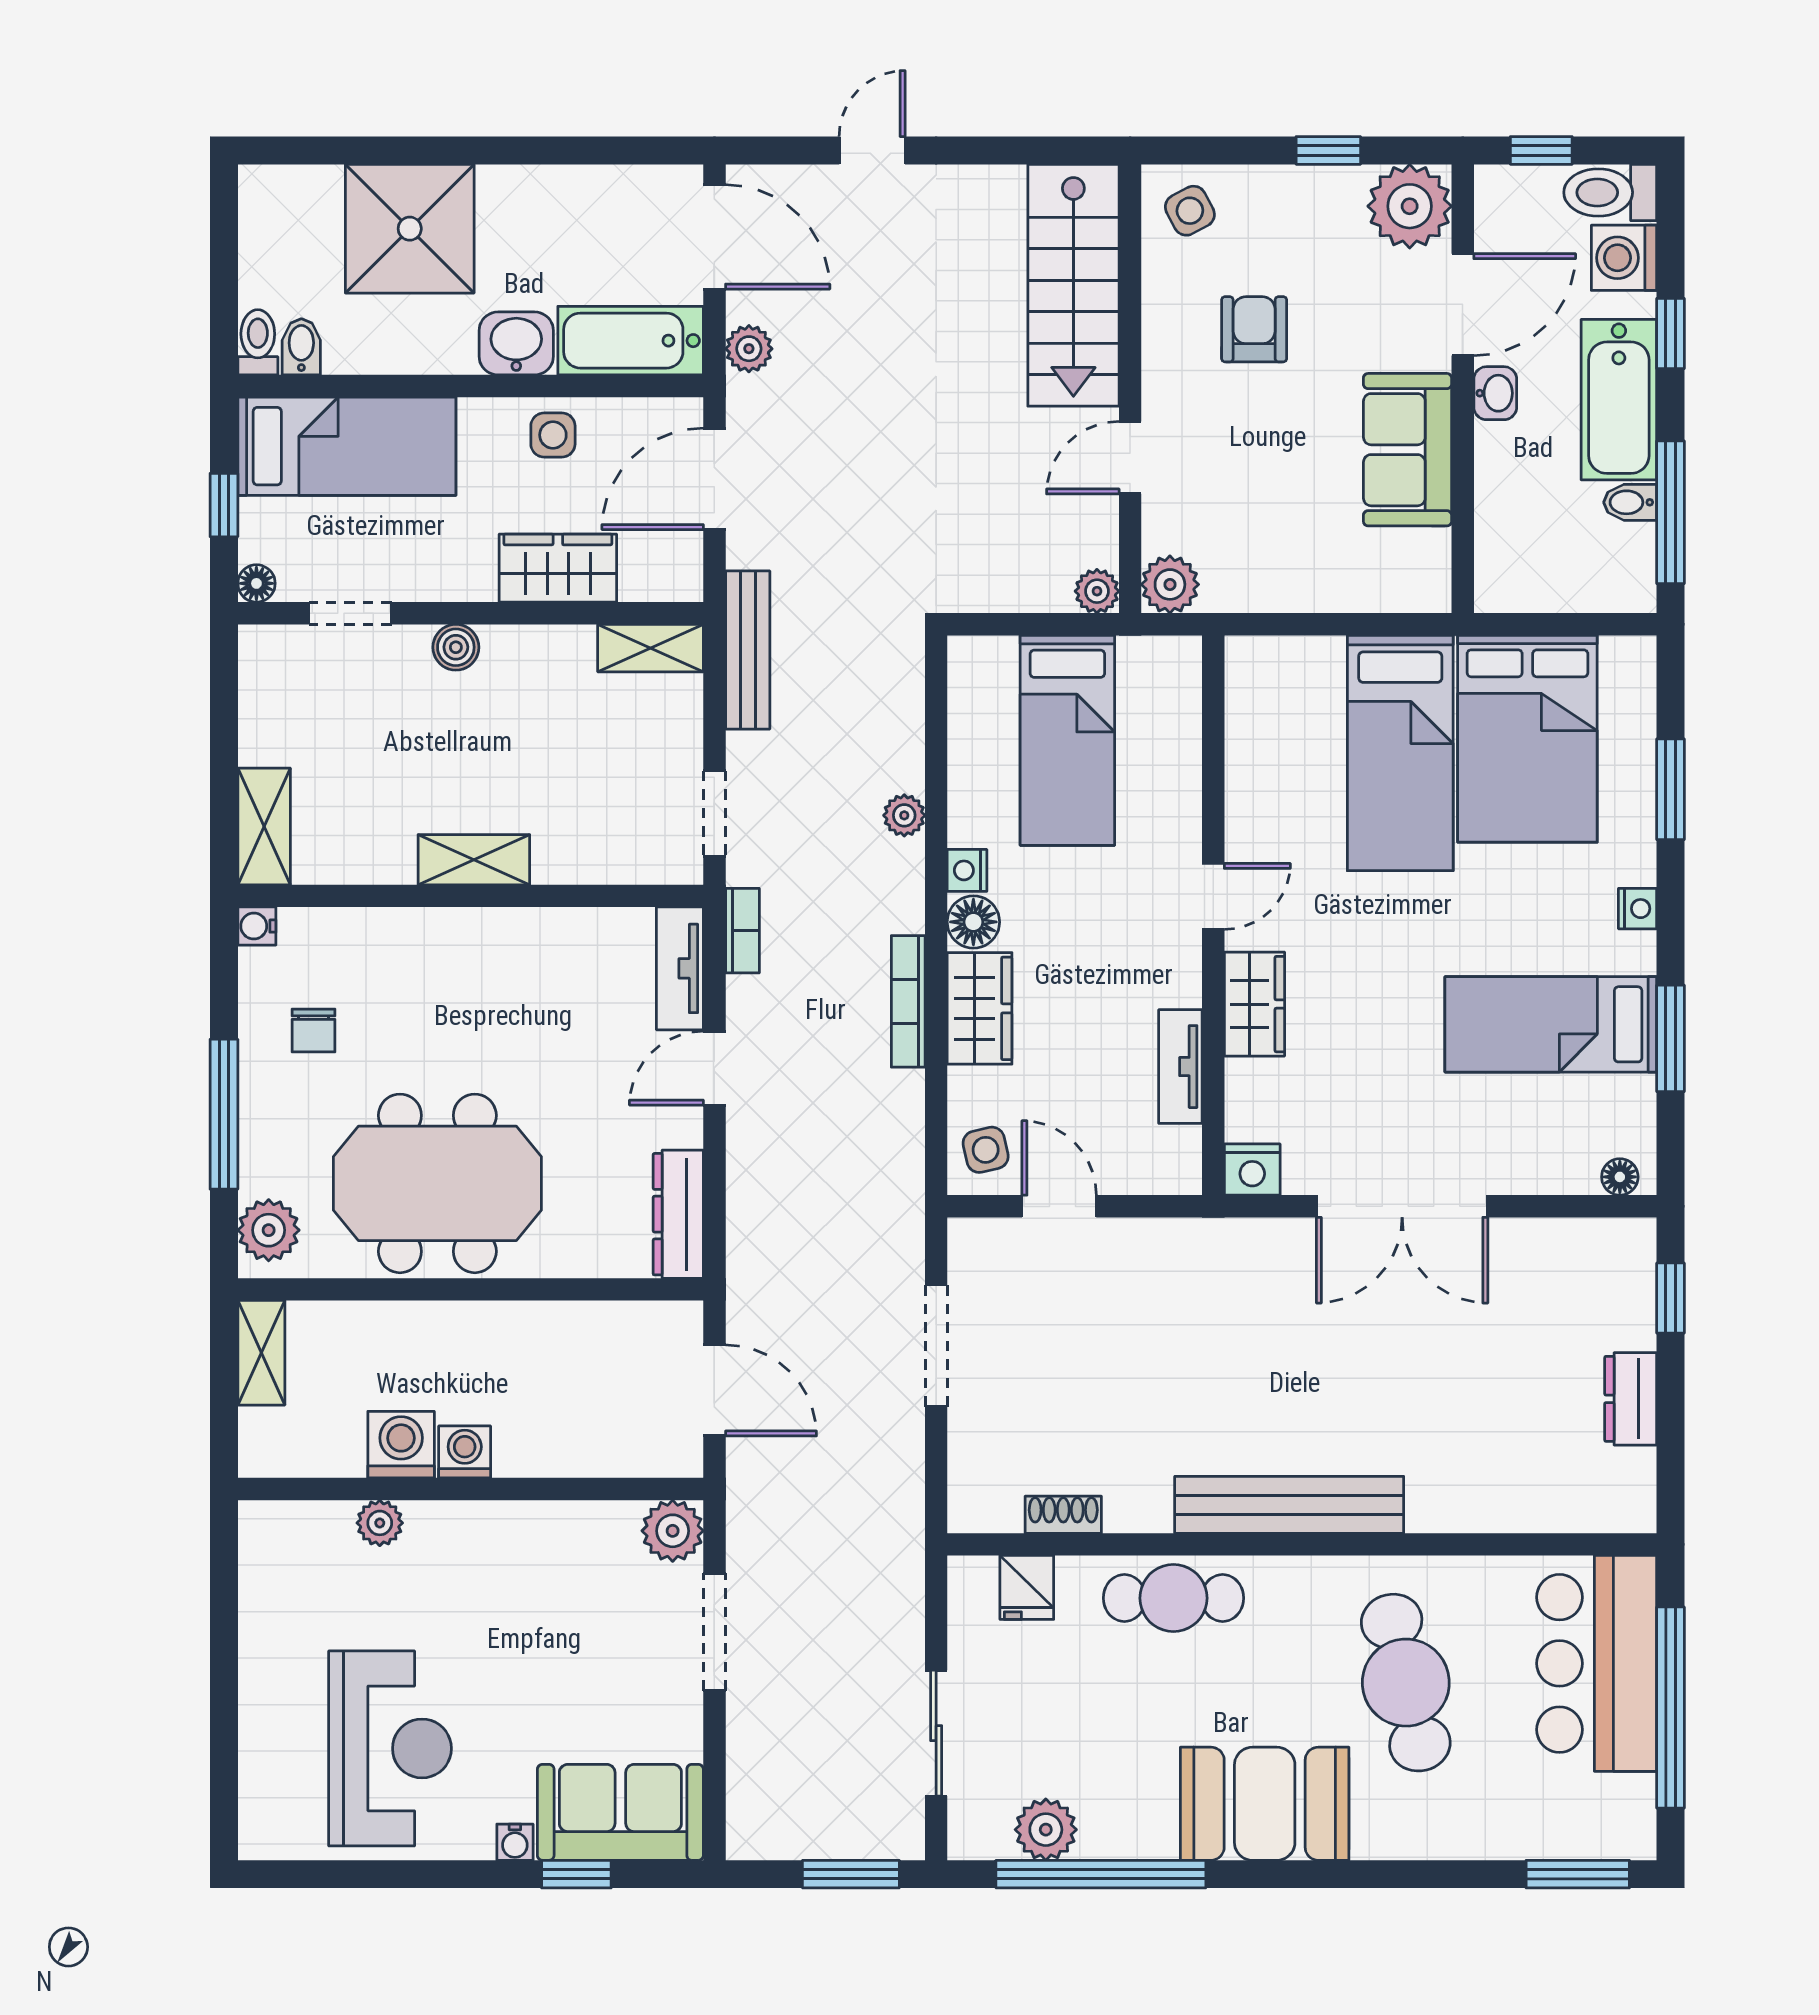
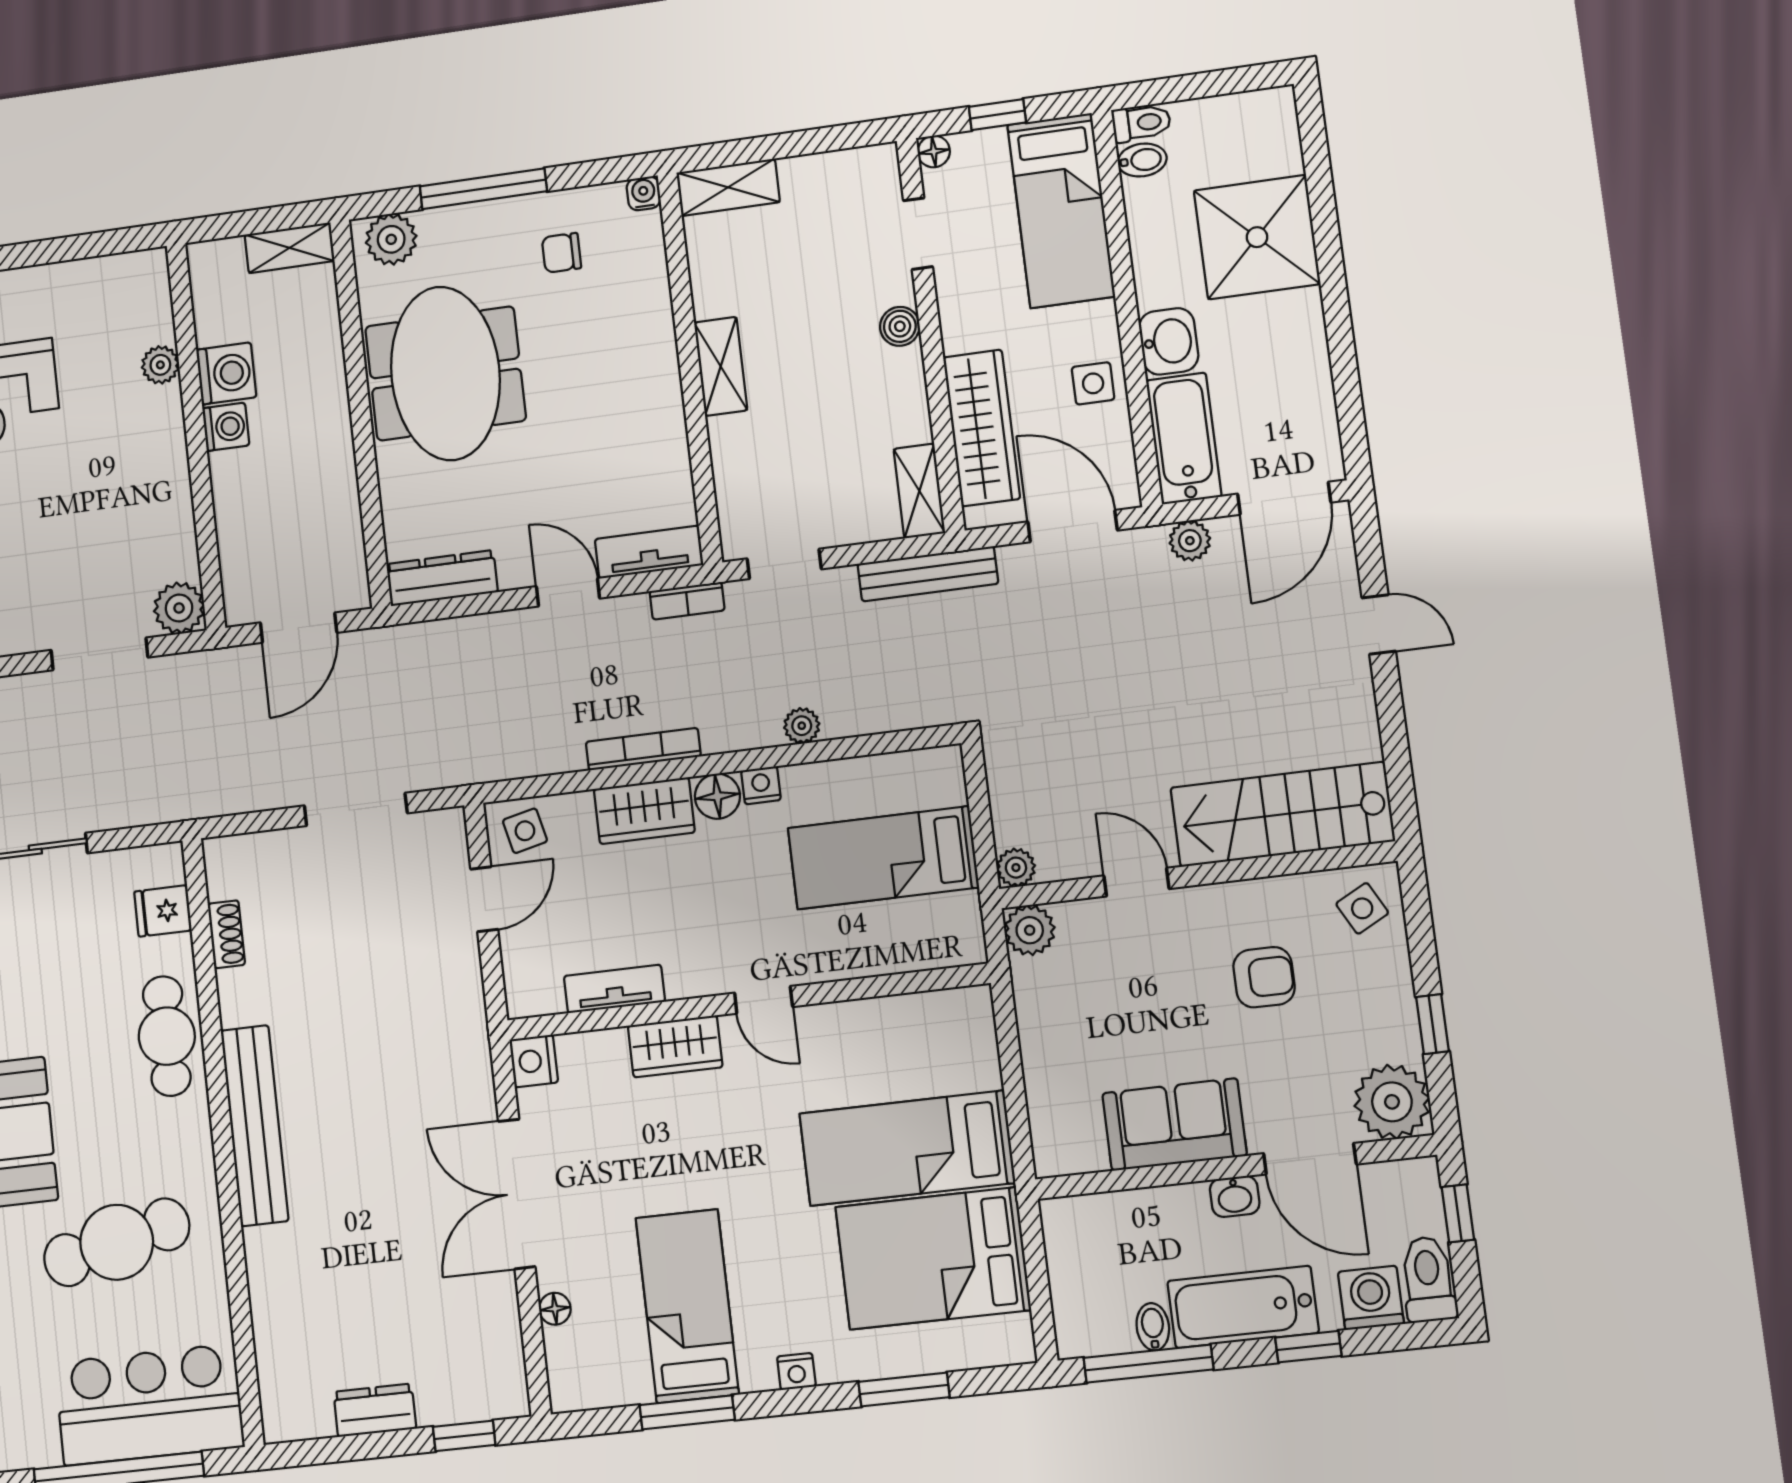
wardrobe: (558, 568) -> (982, 428), width x1.50
floor lamp: (1620, 1177) -> (555, 1309), moved

